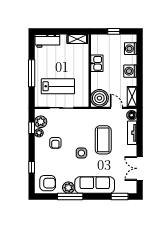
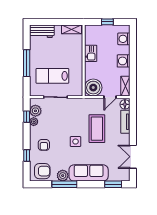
lab bench: (58, 86) -> (52, 76), turned 180
door: (116, 108) -> (110, 97), swing flipped
armchair: (55, 143) -> (44, 145), moved

